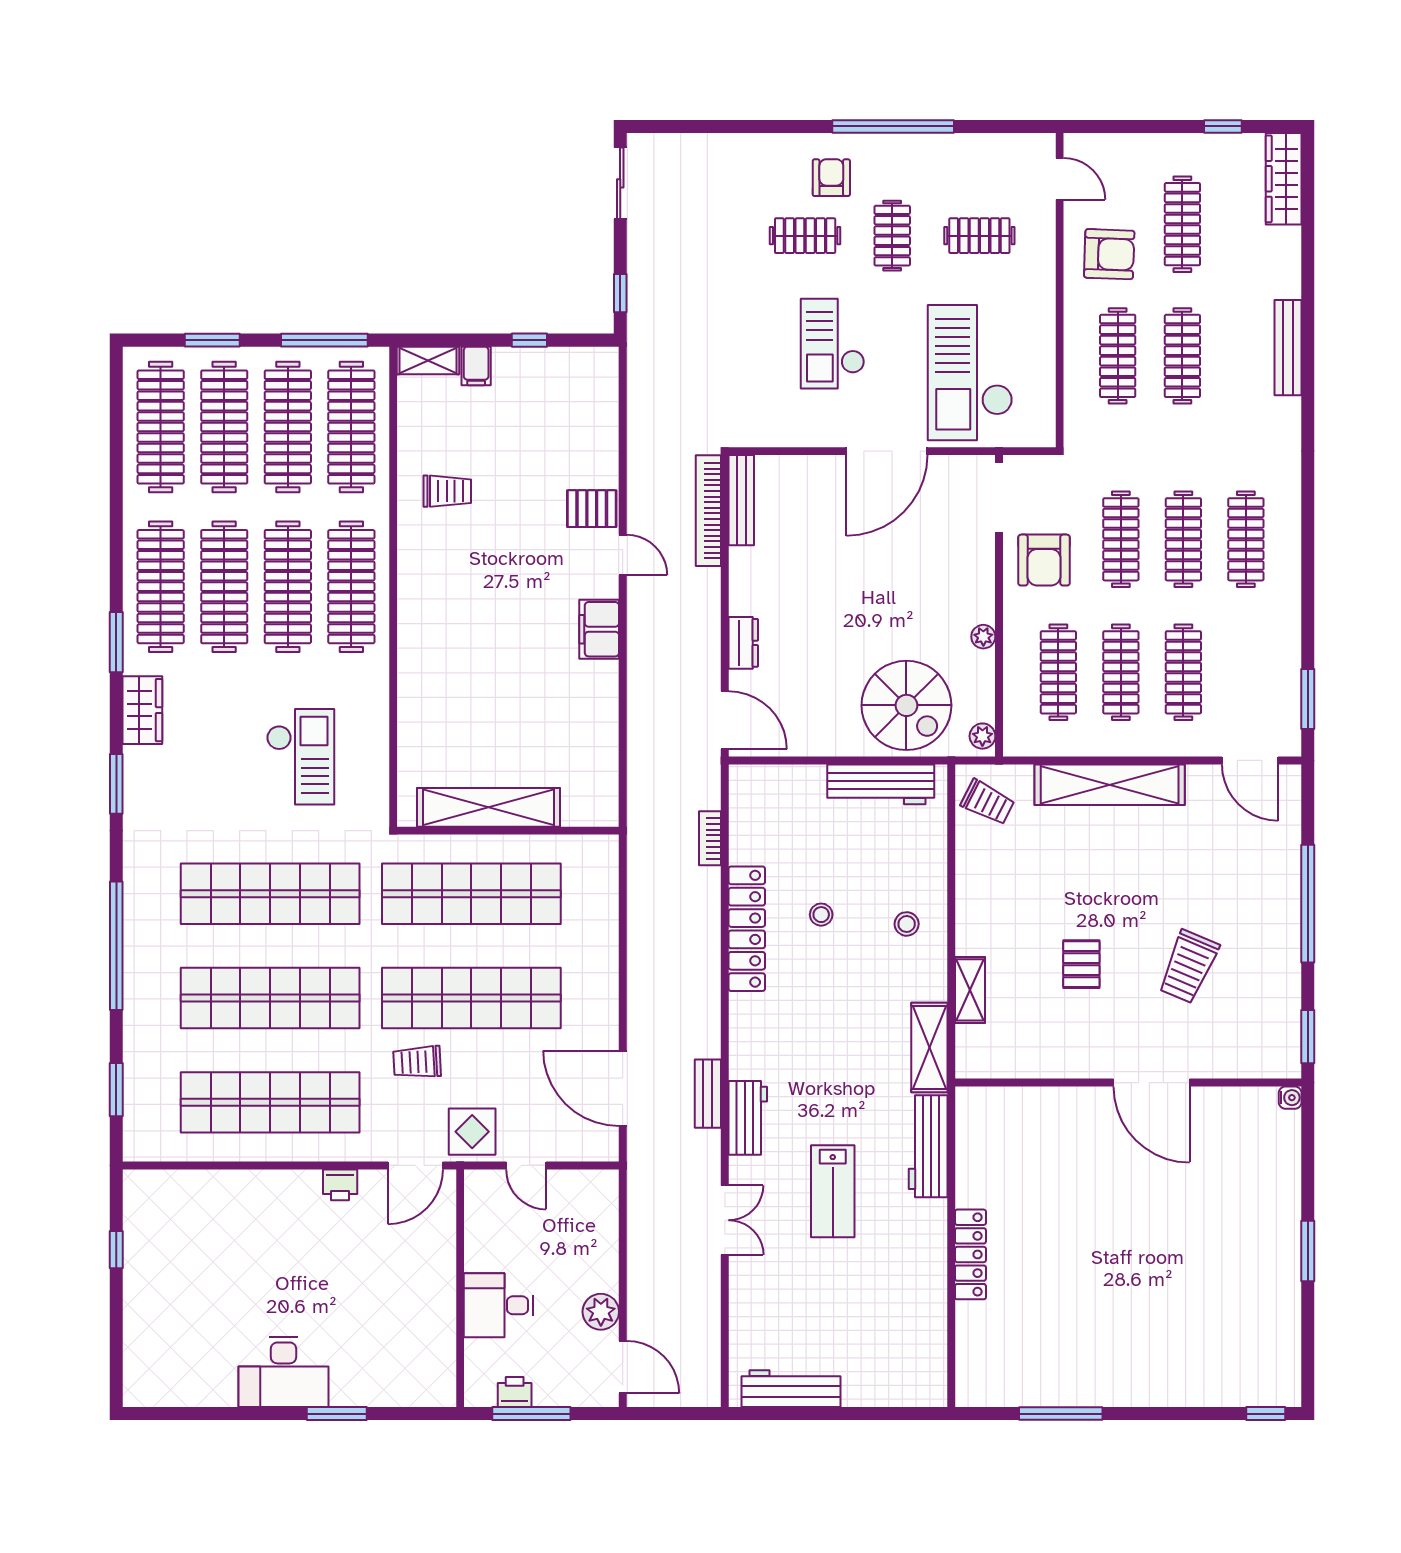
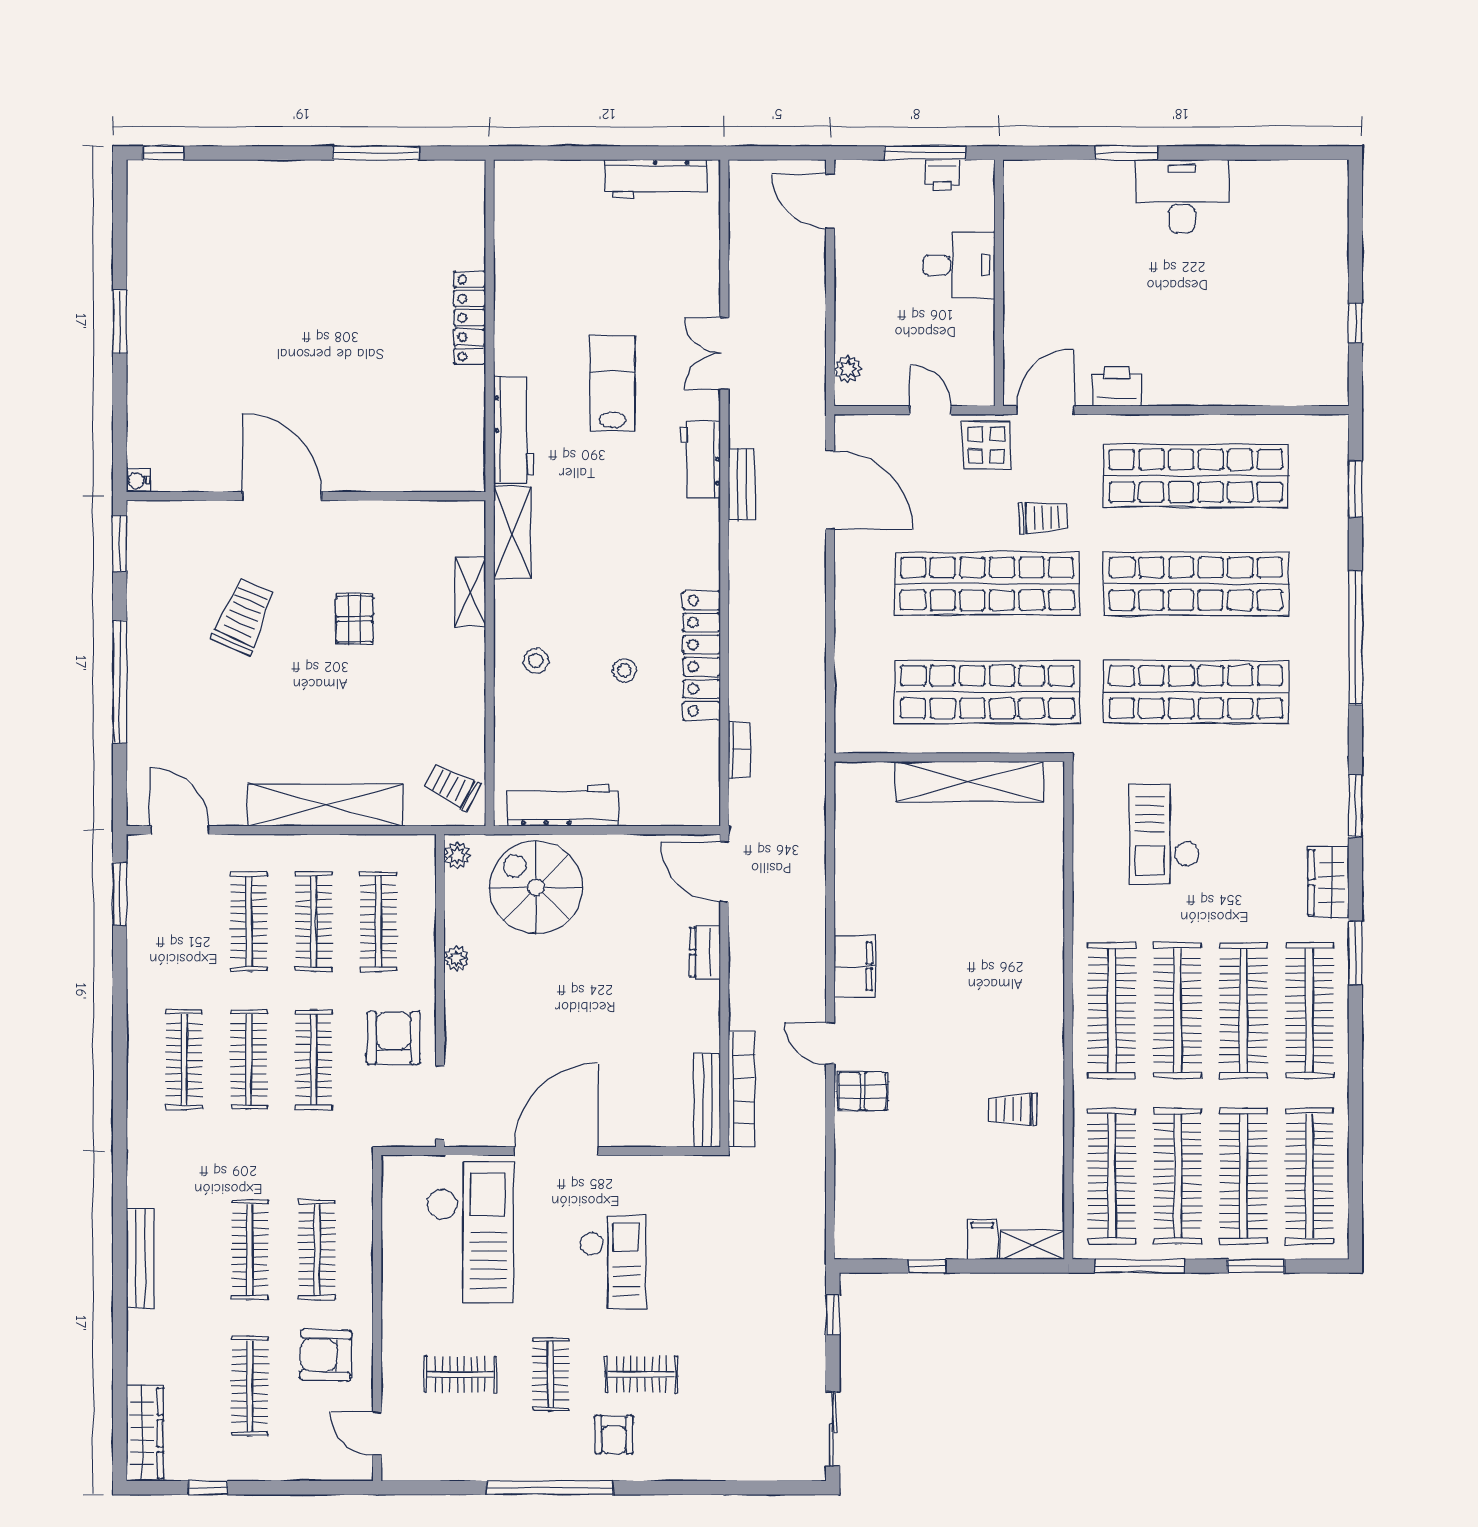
printer: (340, 1185) -> (1117, 386), width x1.36, depth x1.24
plant: (601, 1312) -> (848, 369), moved, width x0.73, depth x0.73

